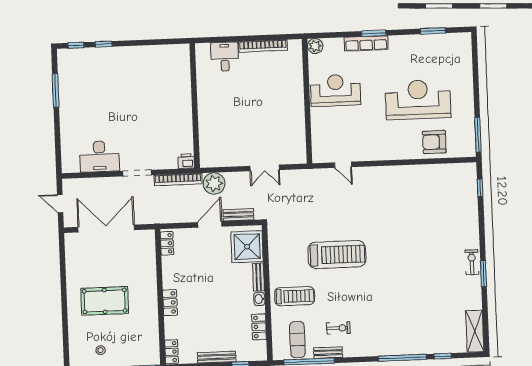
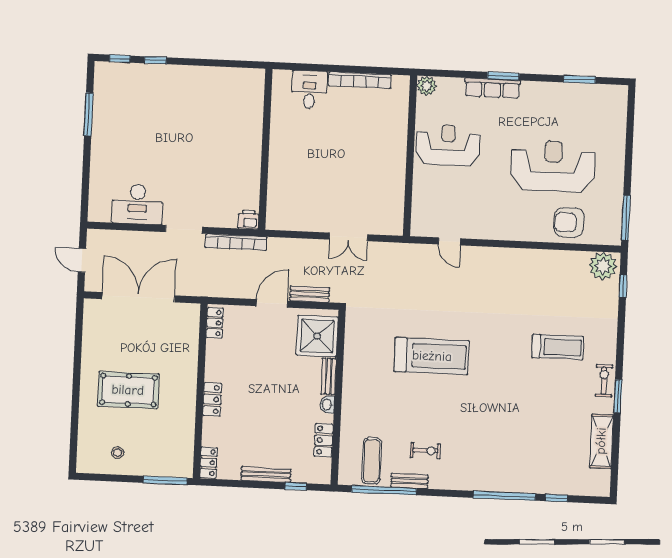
plant: (214, 184) -> (603, 266), moved
treadmill: (295, 296) -> (558, 347), moved
shelving: (475, 331) -> (601, 441), moved

